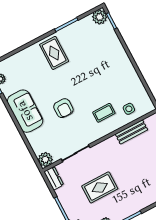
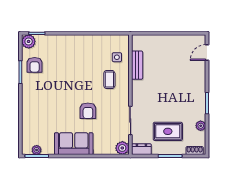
armchair: (80, 34) -> (35, 65), added
rug: (54, 53) -> (38, 95), removed
armchair: (63, 108) -> (88, 111), turned 90
rug: (100, 187) -> (168, 131), moved, turned 90

